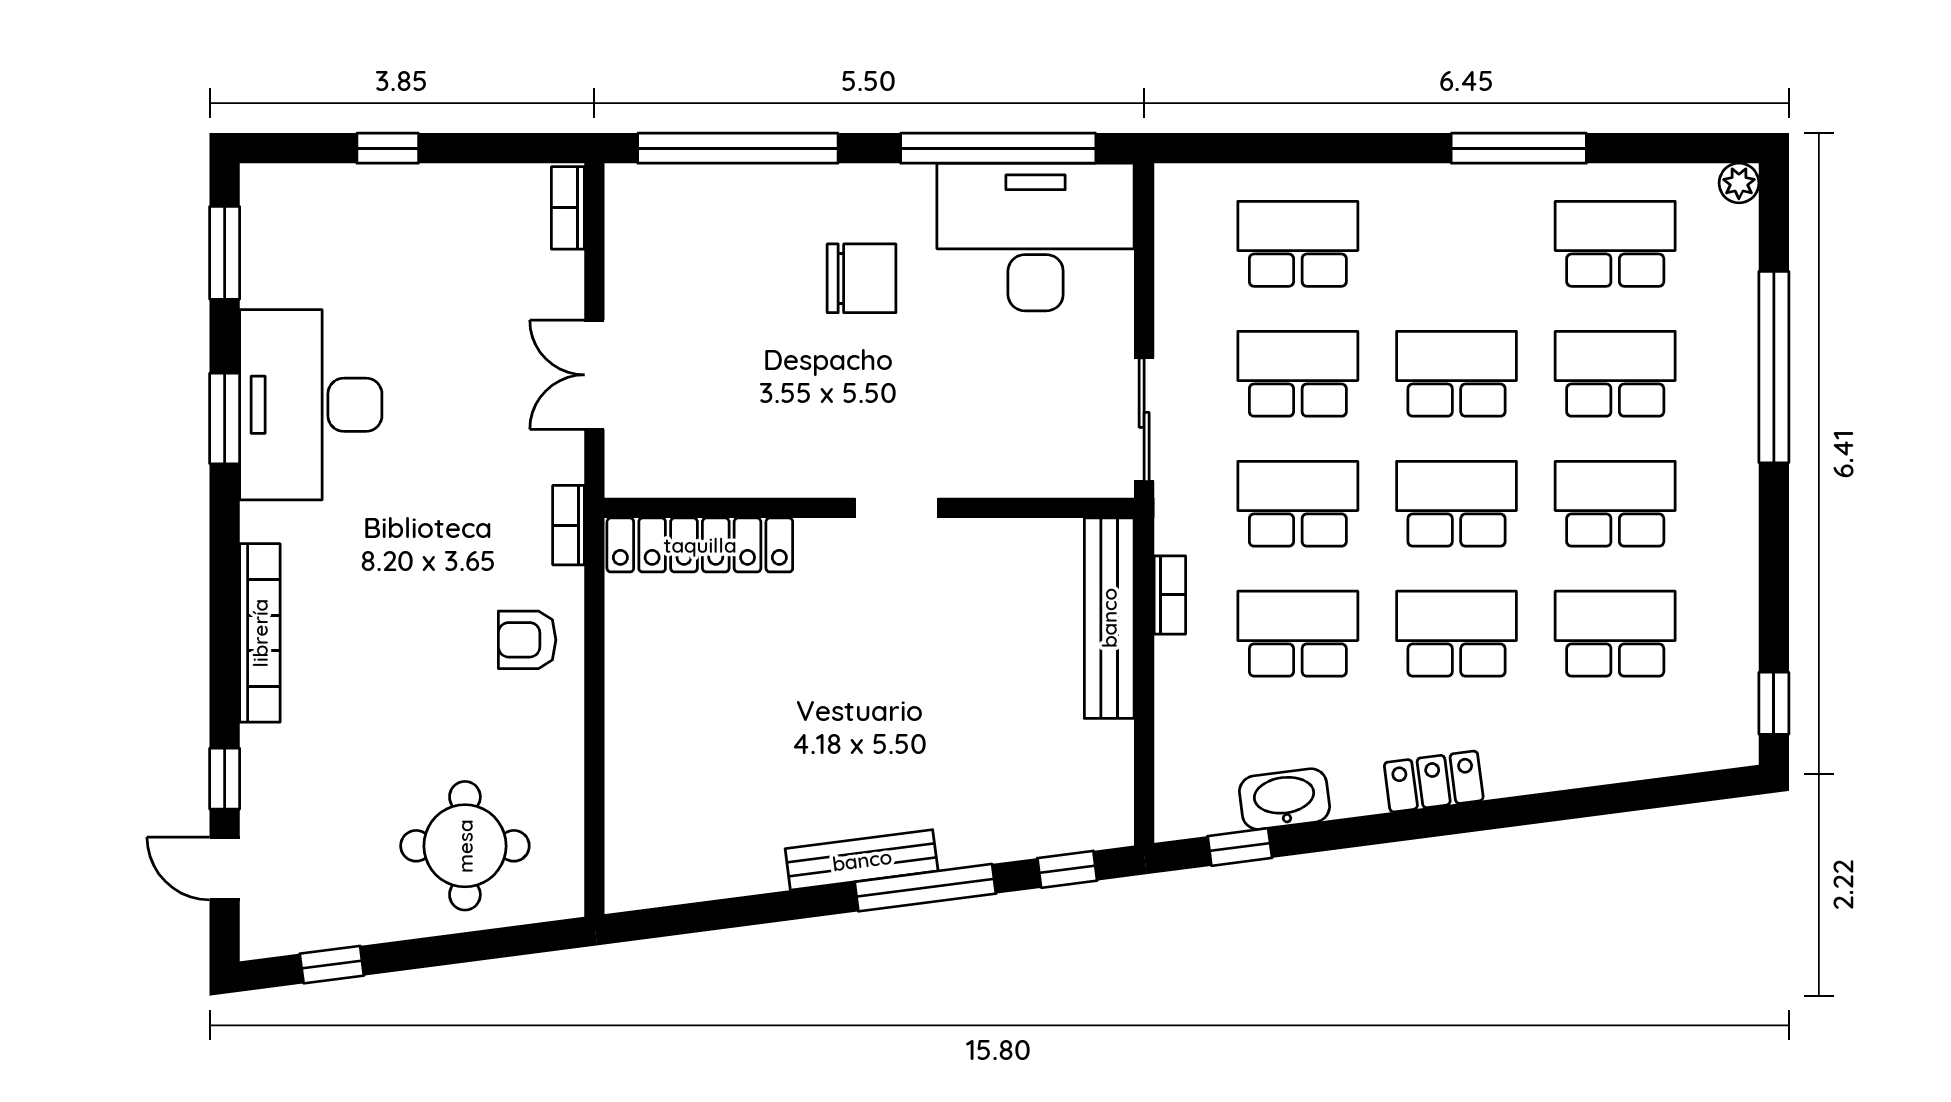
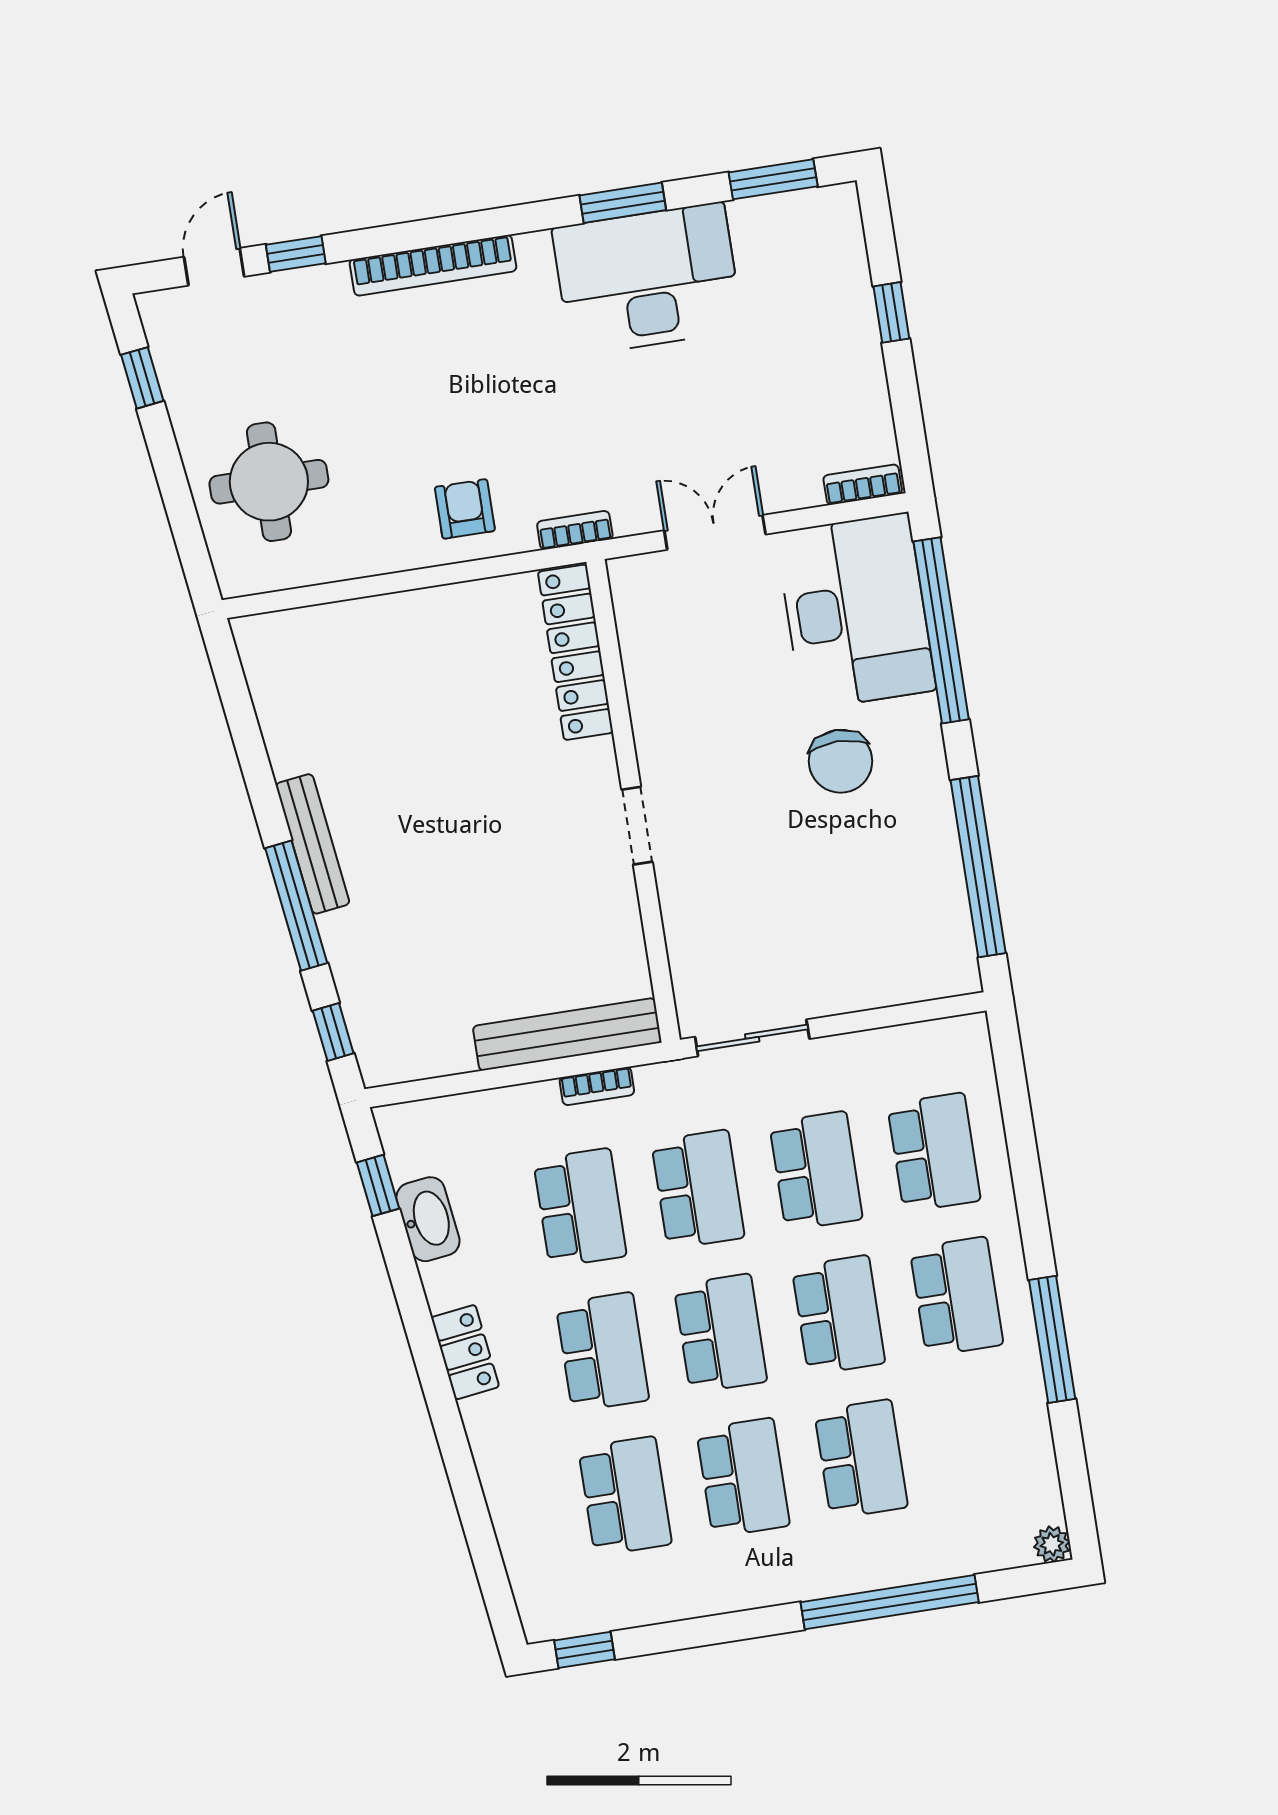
desk: (1036, 237) -> (856, 611), moved
school desk: (1615, 244) -> (956, 1296), moved

